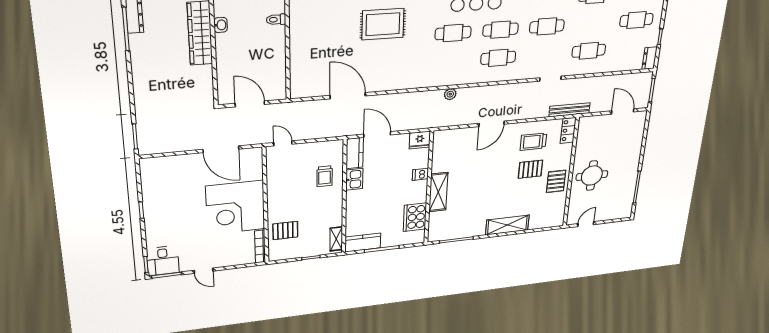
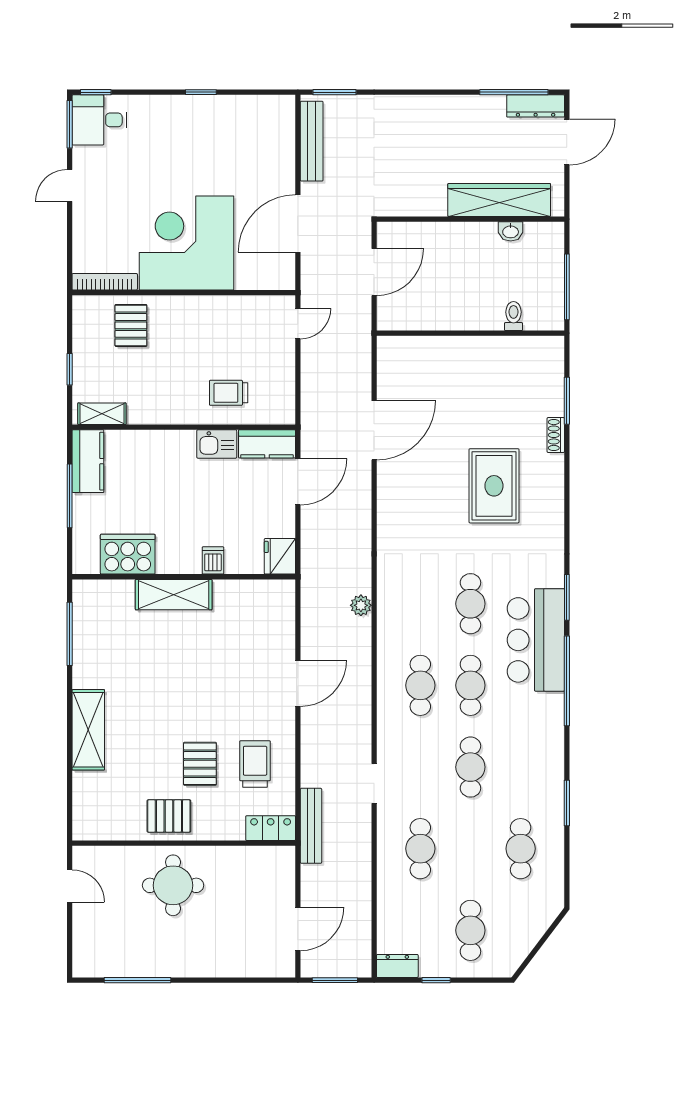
door: (492, 124) -> (298, 683), swing flipped
bench: (168, 147) -> (312, 141), added

